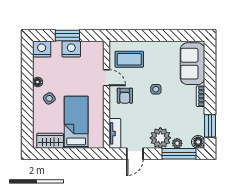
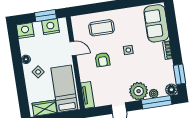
door: (107, 78) -> (73, 48), moved
wall: (107, 95) -> (75, 63), moved
tv unit: (115, 133) -> (88, 95), moved

